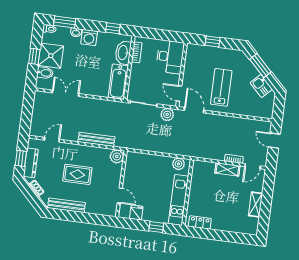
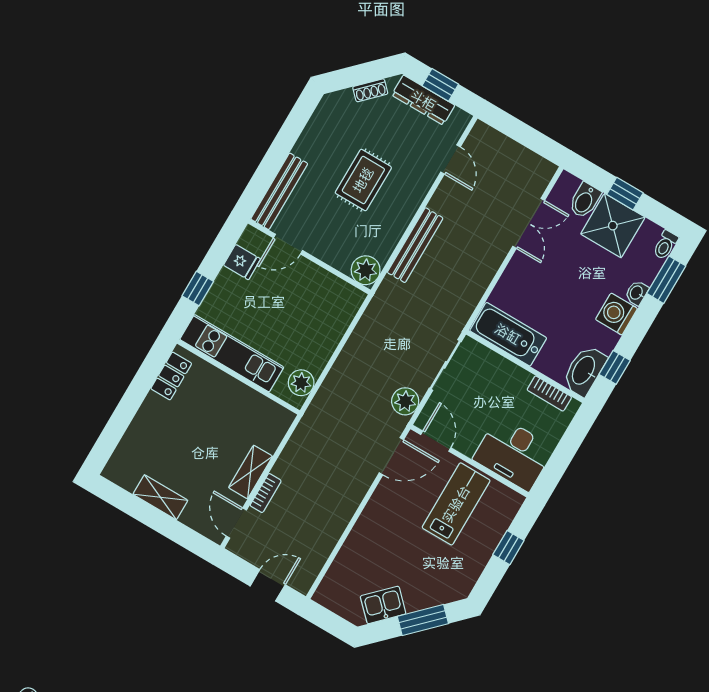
washbasin: (123, 53) -> (584, 371), moved, turned -90
lab bench: (221, 87) -> (456, 504), moved, turned -90
door: (179, 93) -> (436, 441), hinge flipped
bench: (67, 205) -> (279, 191), moved

